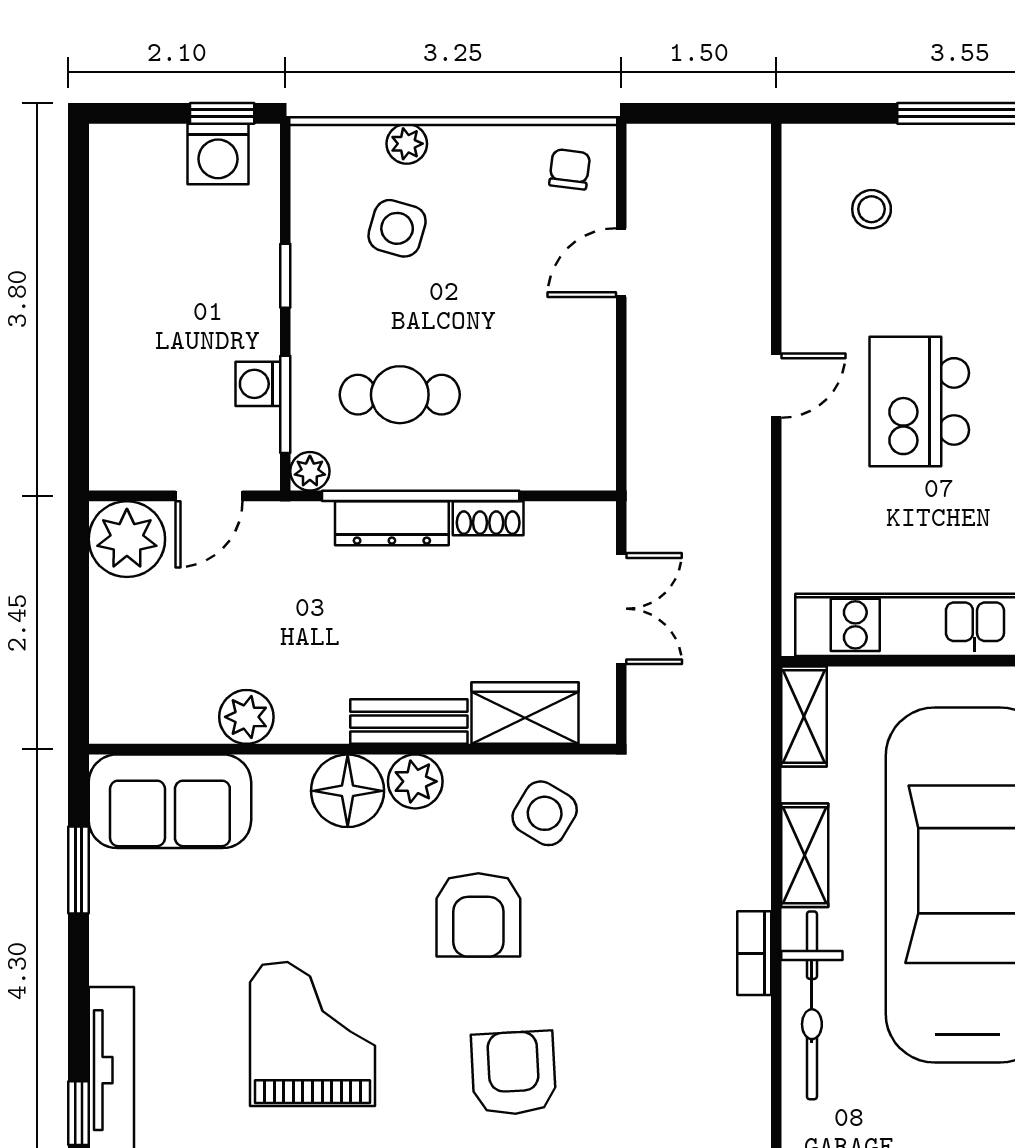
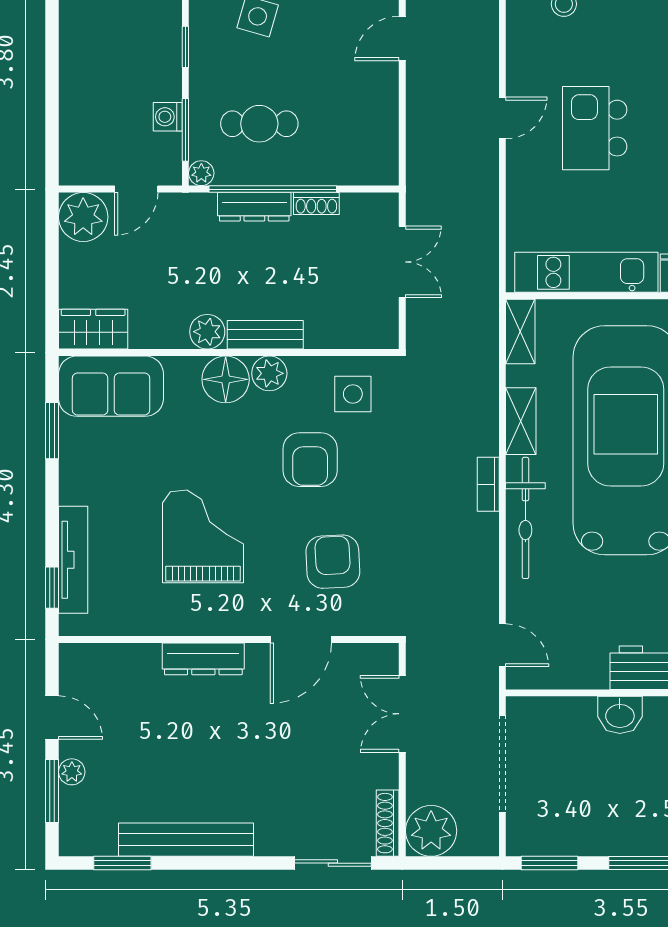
wardrobe: (525, 713) -> (93, 329), moved
plant: (246, 717) -> (207, 332), moved
side table: (545, 813) -> (353, 394), turned -31

